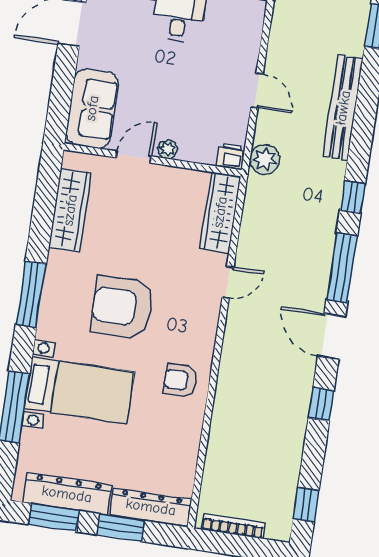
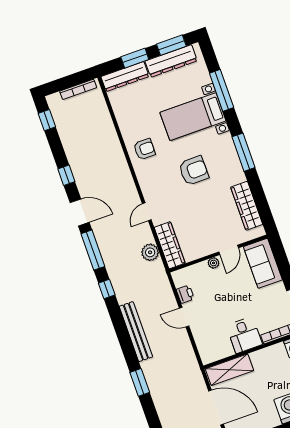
printer: (230, 156) -> (185, 294), moved, turned -90
plant: (265, 159) -> (150, 252), moved
armchair: (122, 307) -> (194, 171), width x0.73, depth x0.73

